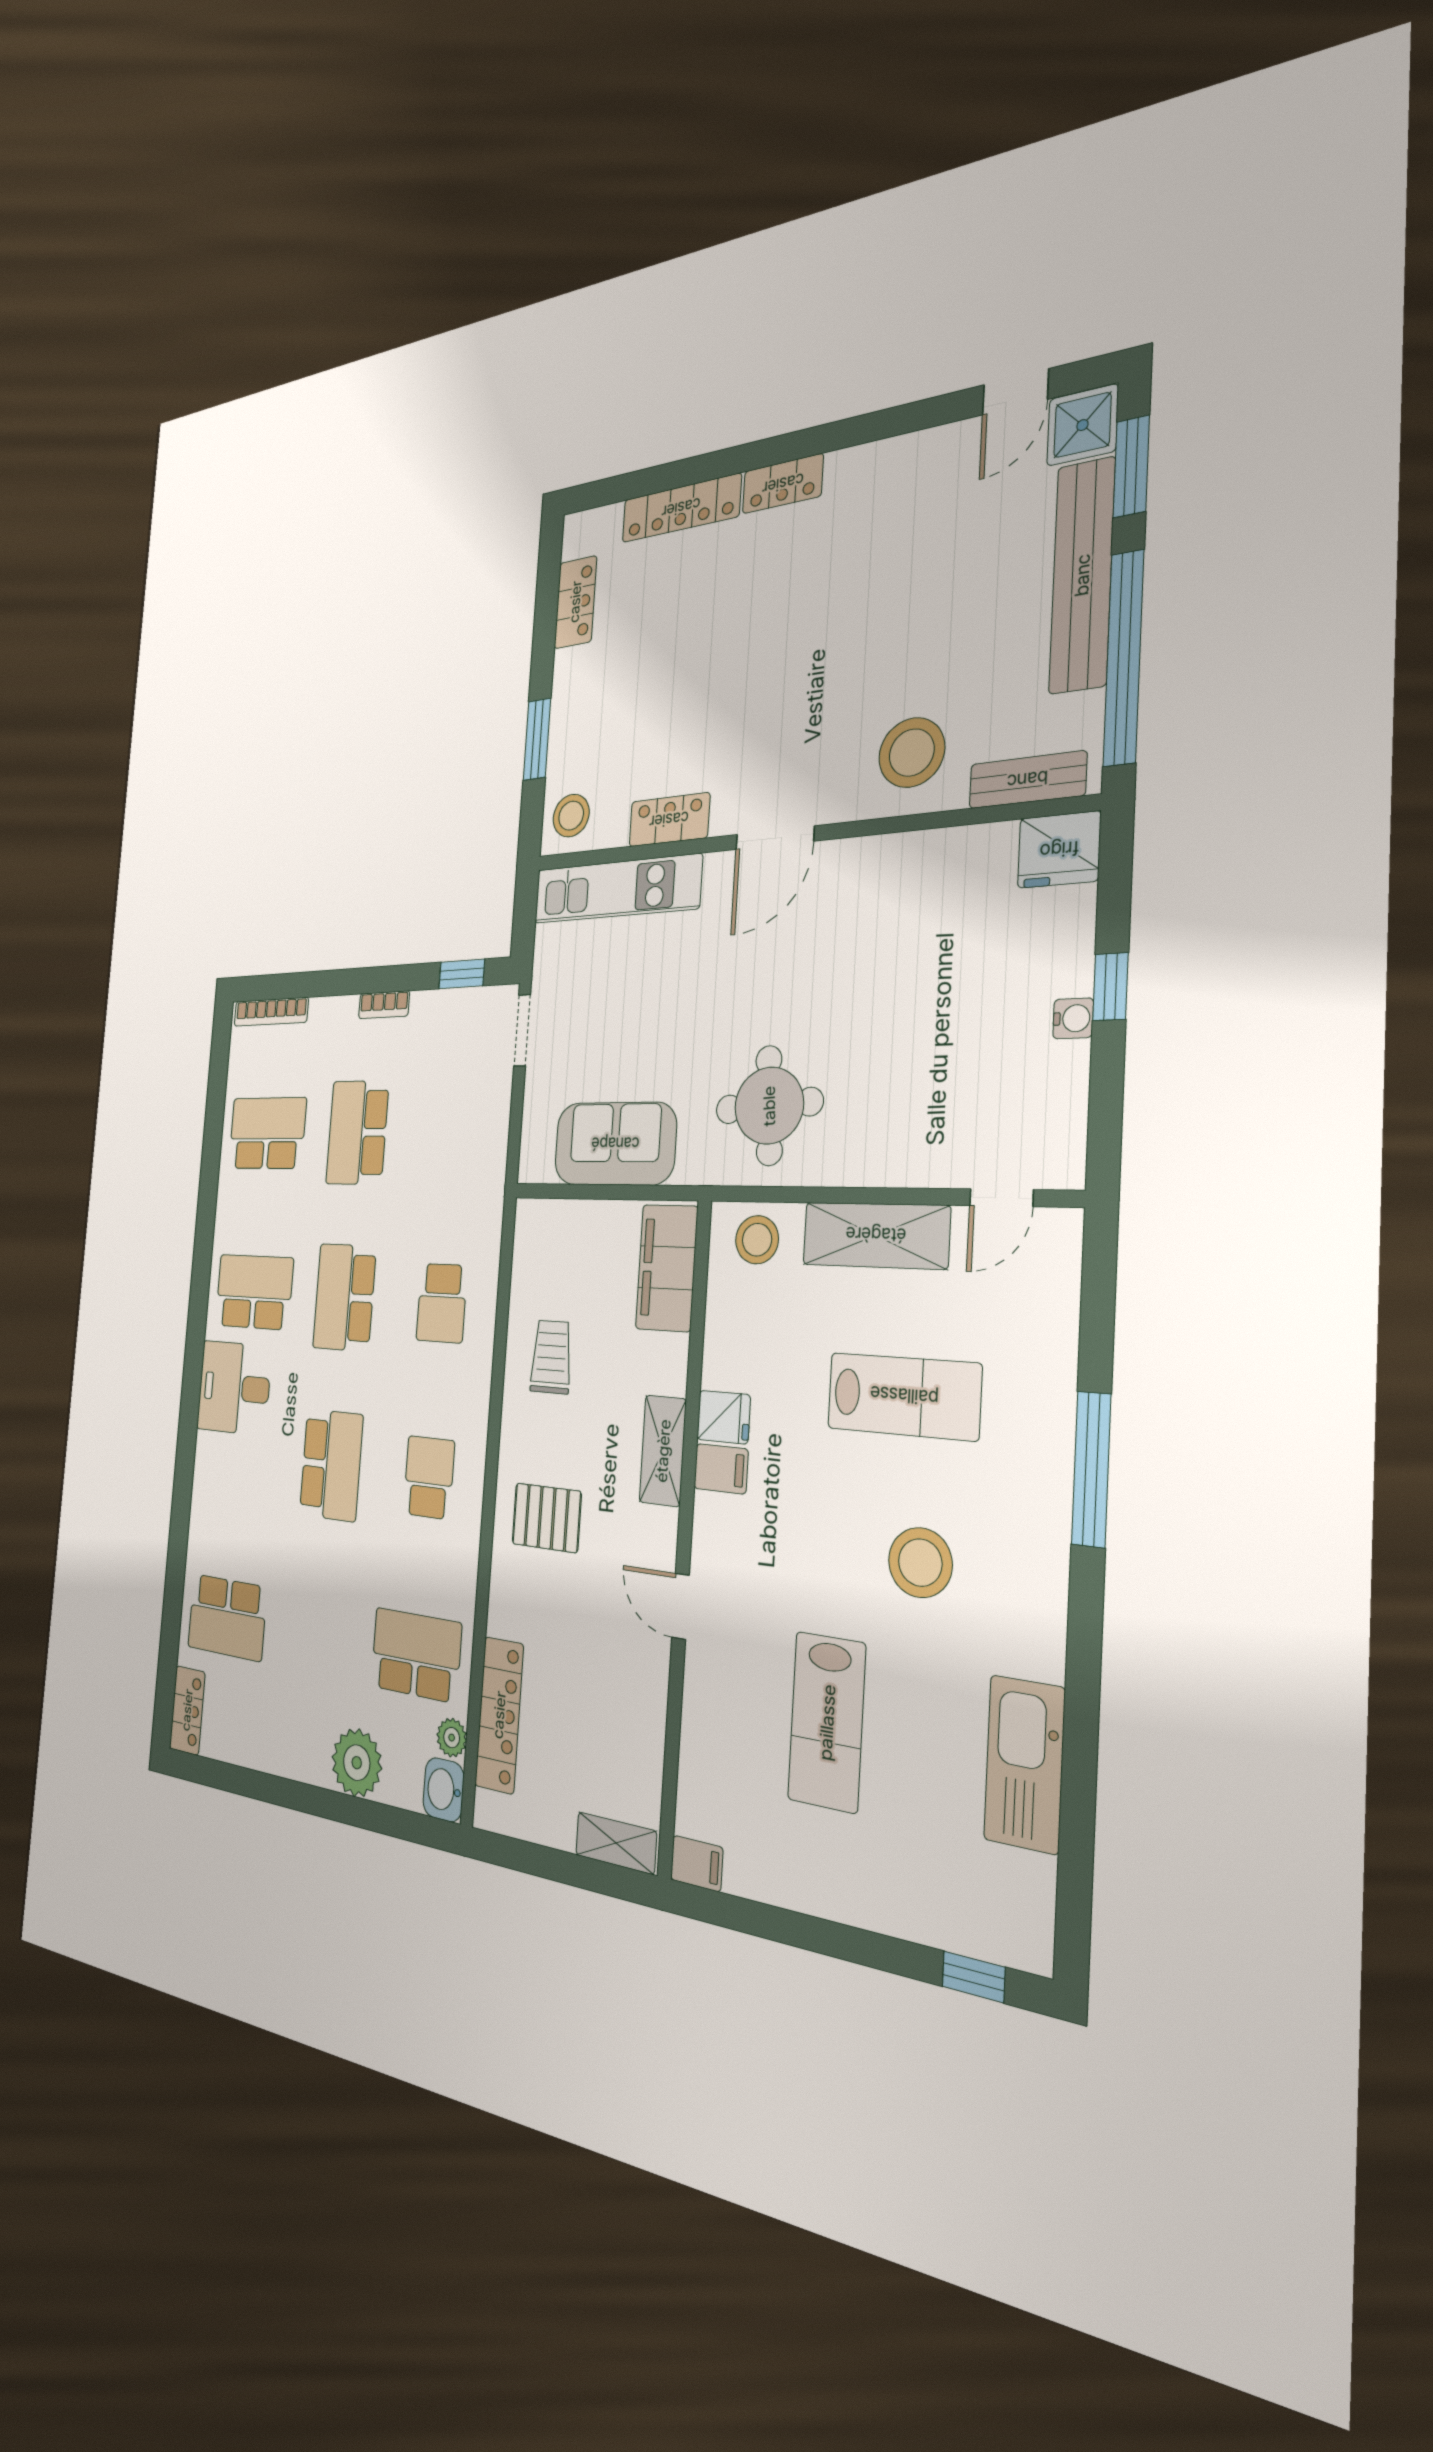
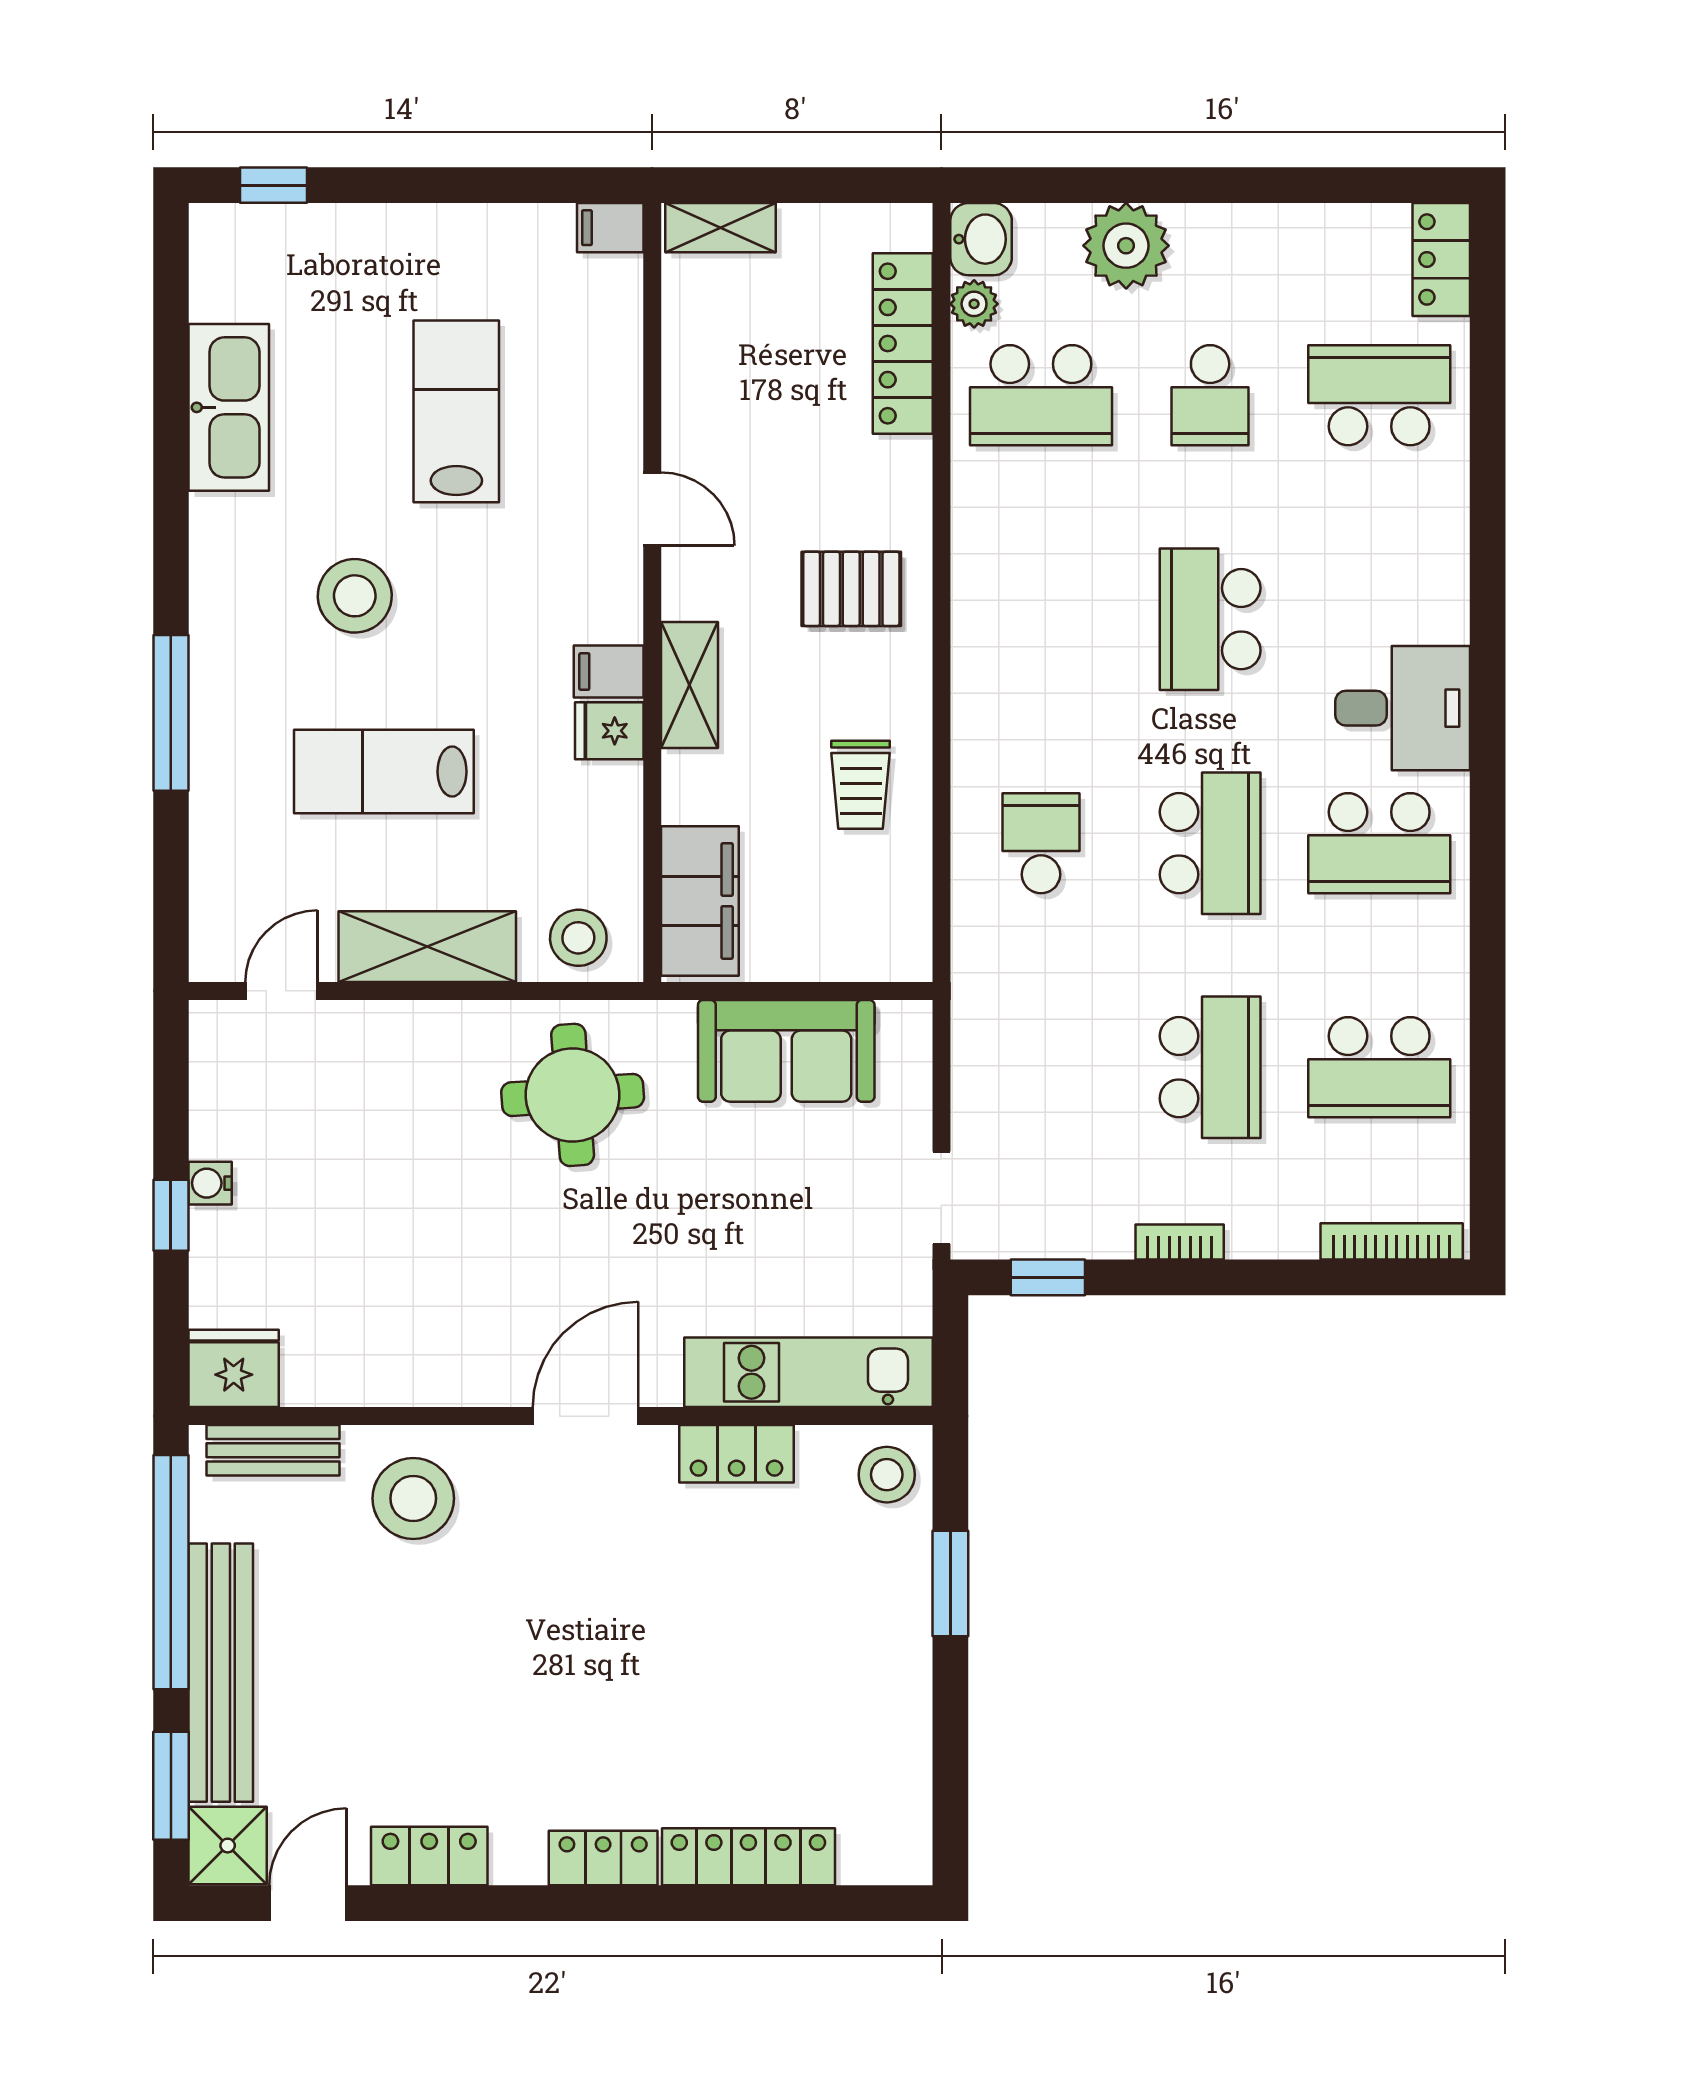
locker: (575, 602) -> (429, 1856), moved, turned 90
school desk: (429, 1477) -> (1210, 395), moved

